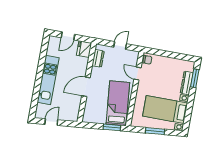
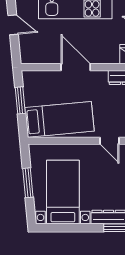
door: (138, 73) -> (109, 141), swing flipped
window: (112, 127) -> (20, 100), moved

